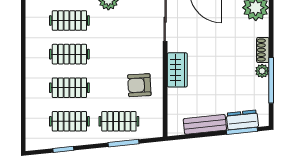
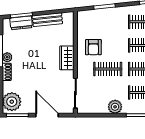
armchair: (139, 85) -> (93, 47), turned 93
clothes rail: (119, 121) -> (108, 69), moved

